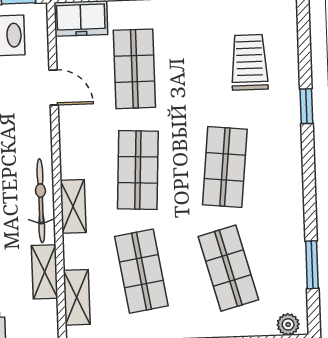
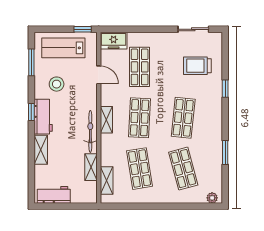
trolley: (249, 62) -> (197, 66), turned -90
shelving: (73, 206) -> (106, 120), moved
window: (312, 265) -> (225, 152), moved

